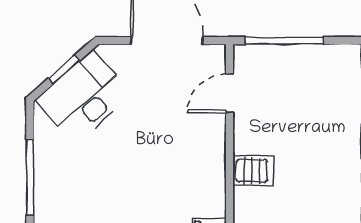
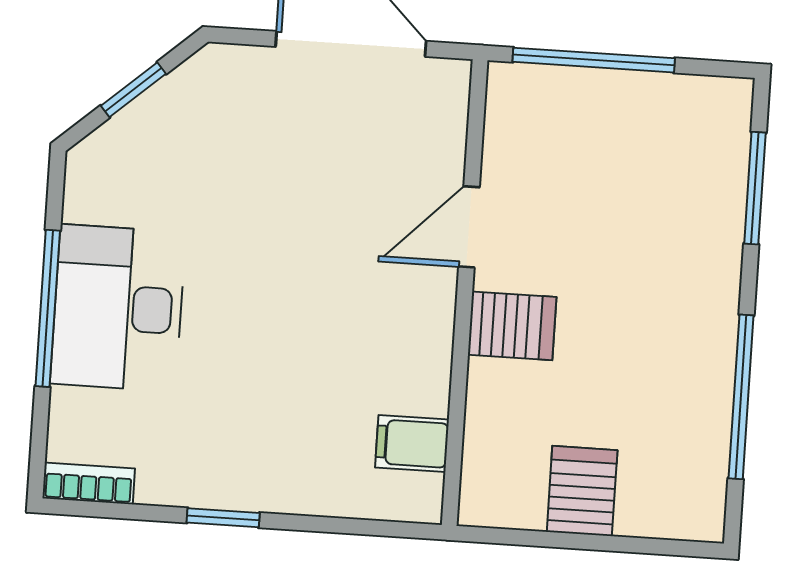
door: (230, 93) -> (469, 227), moved
desk: (84, 97) -> (118, 308), moved, turned -49

